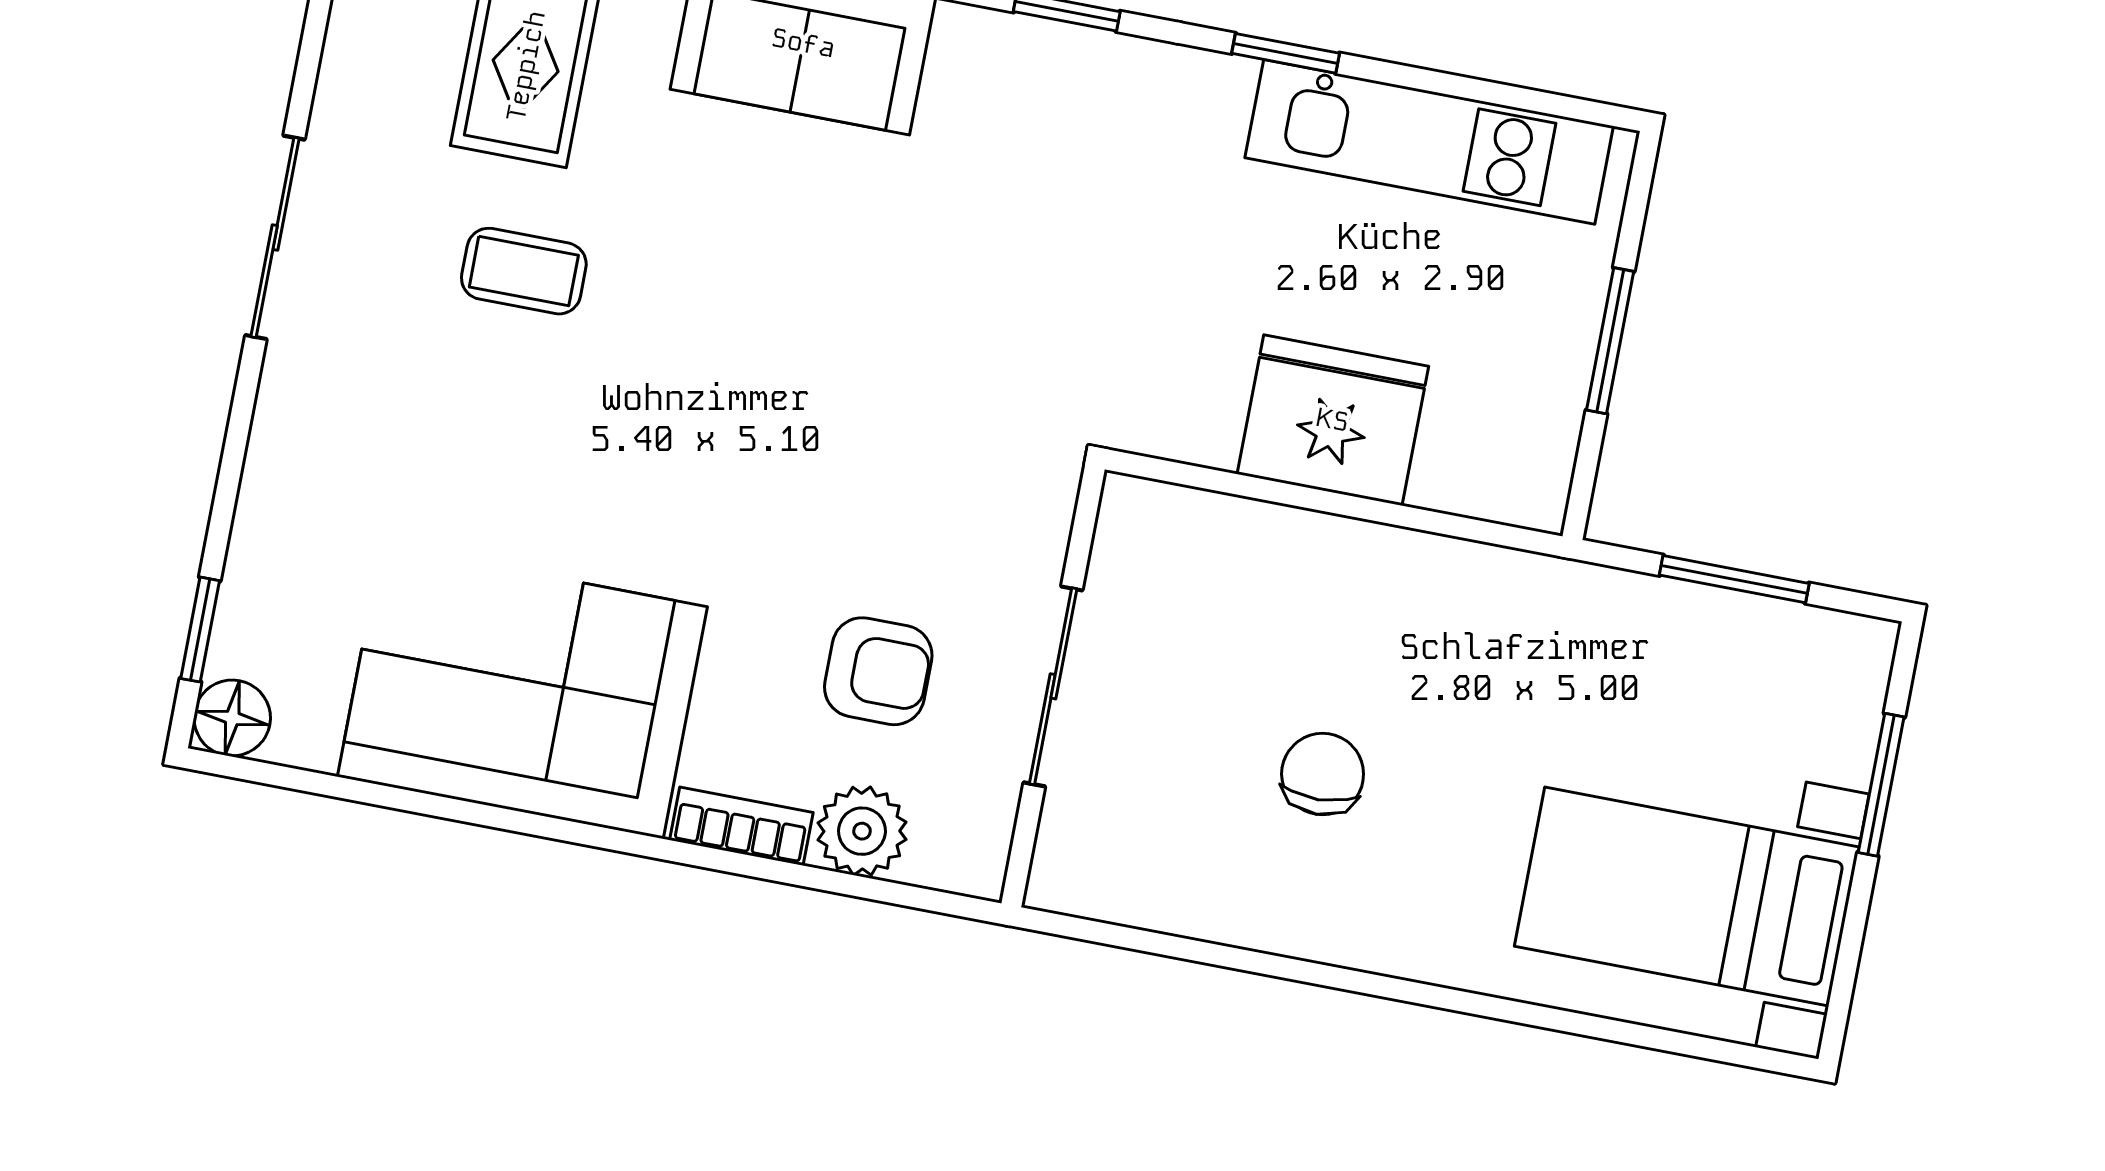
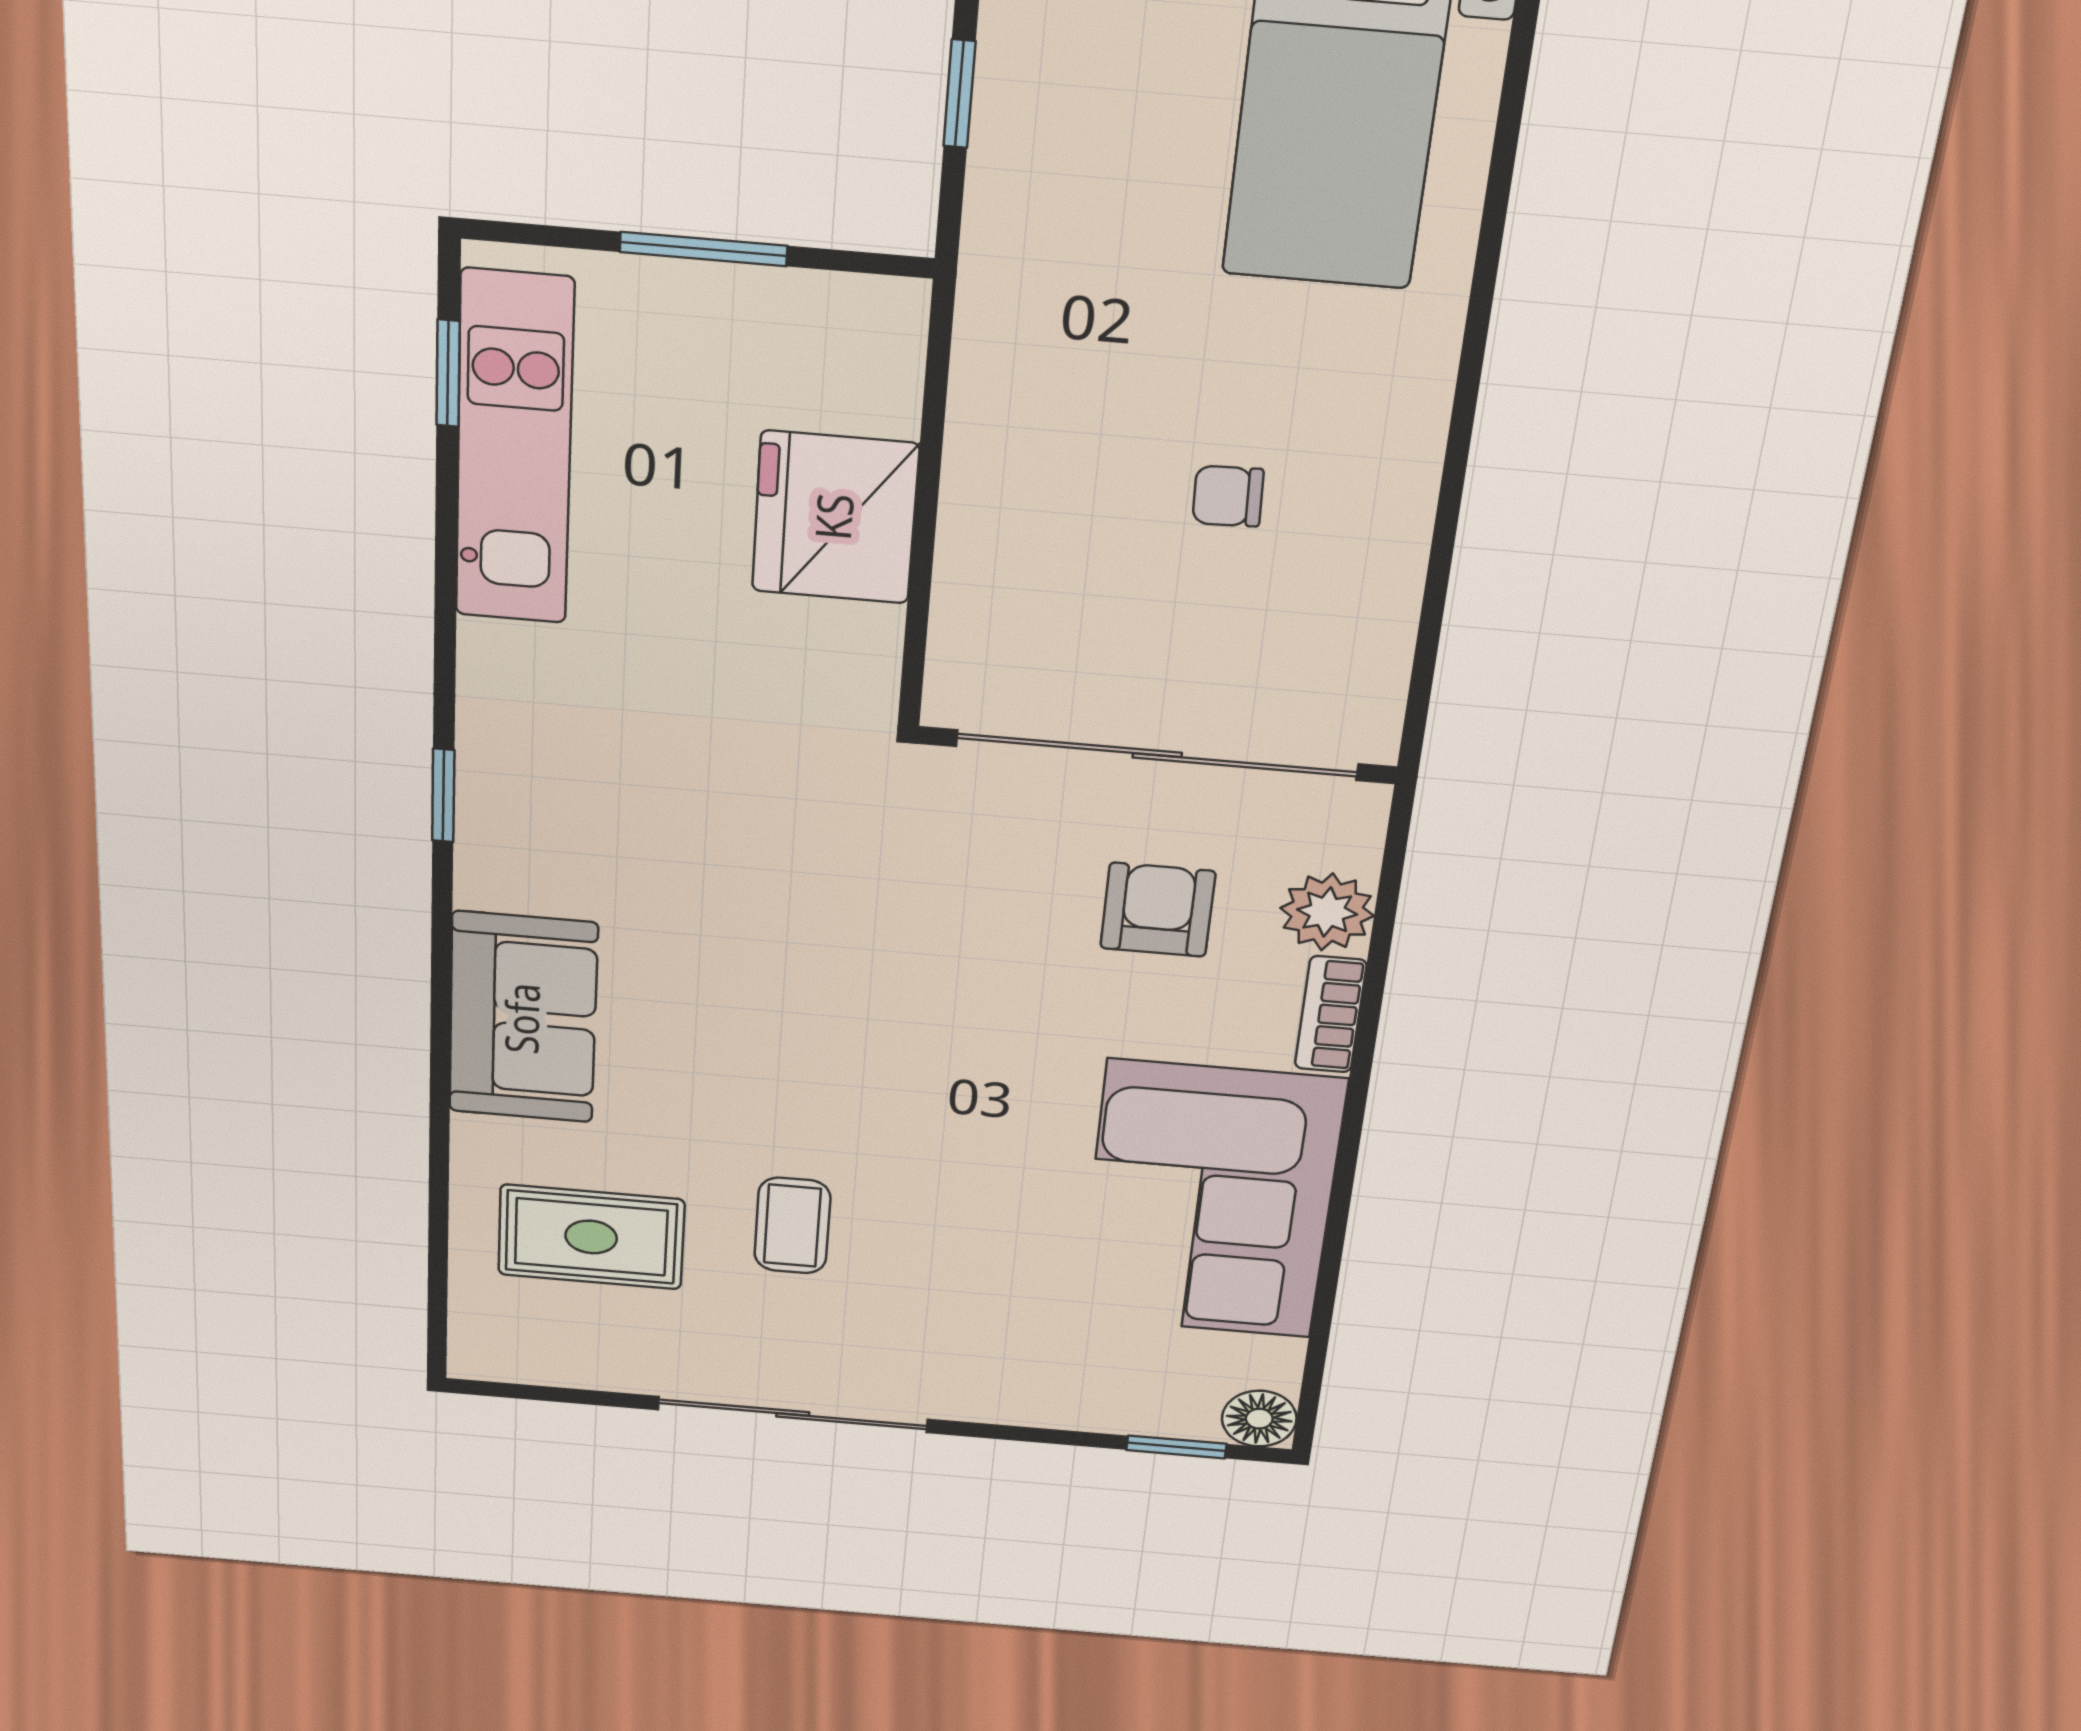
window: (1286, 53) -> (448, 373), moved
sliding door: (275, 237) -> (793, 1414), width x1.37
window: (1734, 579) -> (959, 94), width x0.67
sliding door: (1053, 686) -> (1157, 755), width x1.86
chair: (1323, 774) -> (1228, 496), width x0.73, depth x0.73

